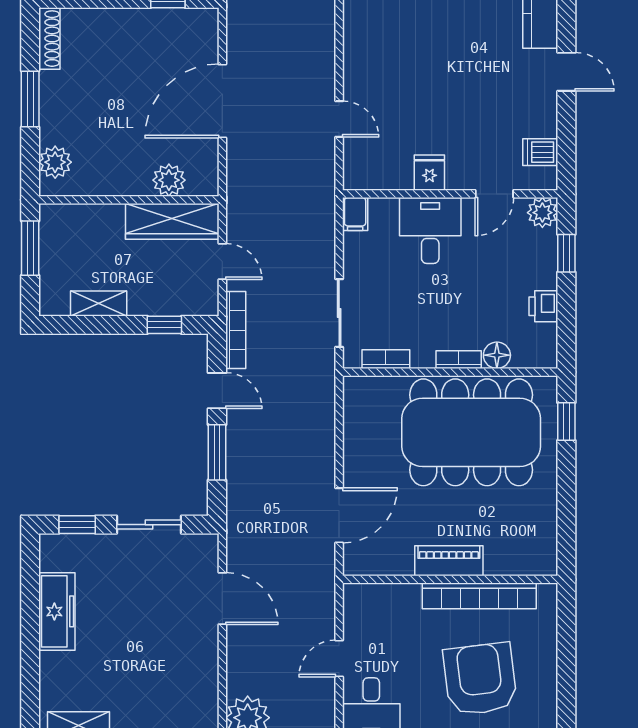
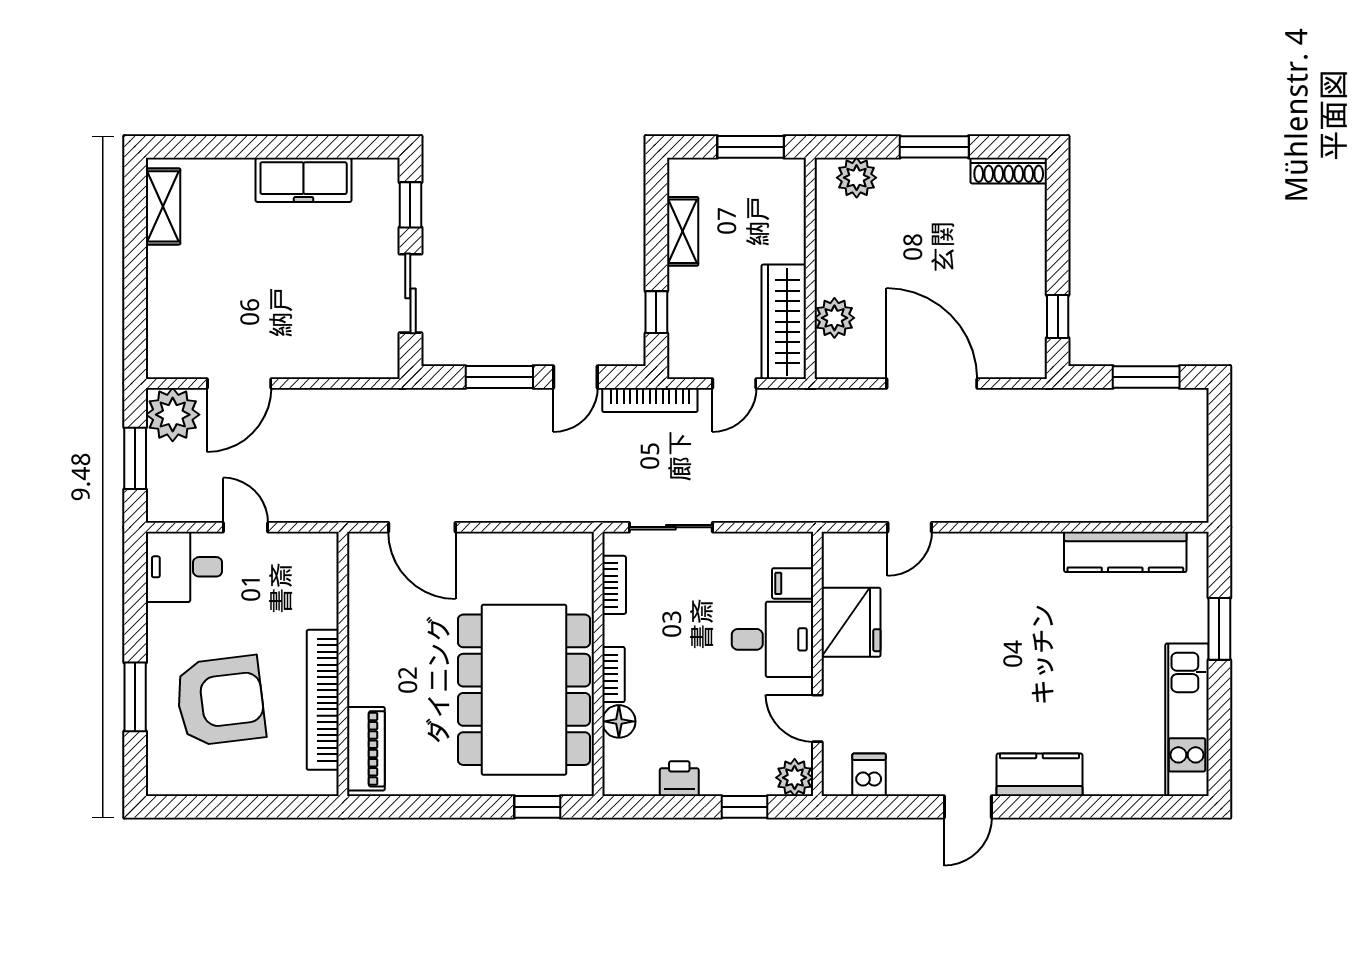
fridge: (429, 173) -> (851, 622), width x1.88, depth x1.34
filing cabinet: (355, 214) -> (793, 583), moved
piano: (449, 561) -> (366, 749), moved
door: (222, 599) -> (239, 383), moved

